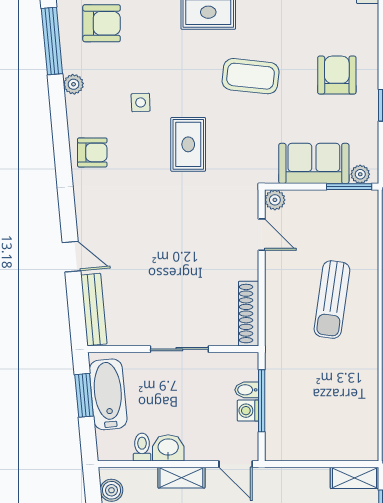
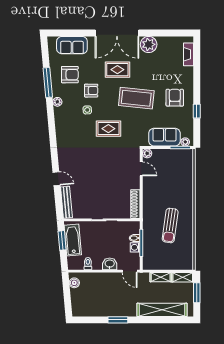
coffee table: (251, 76) -> (136, 98), width x1.36, depth x1.32
rug: (188, 144) -> (108, 129), turned 90
armchair: (92, 152) -> (91, 91), moved
sun lounger: (332, 300) -> (170, 225), moved
washbasin: (168, 448) -> (110, 264), moved
shelving: (181, 478) -> (161, 277), moved

